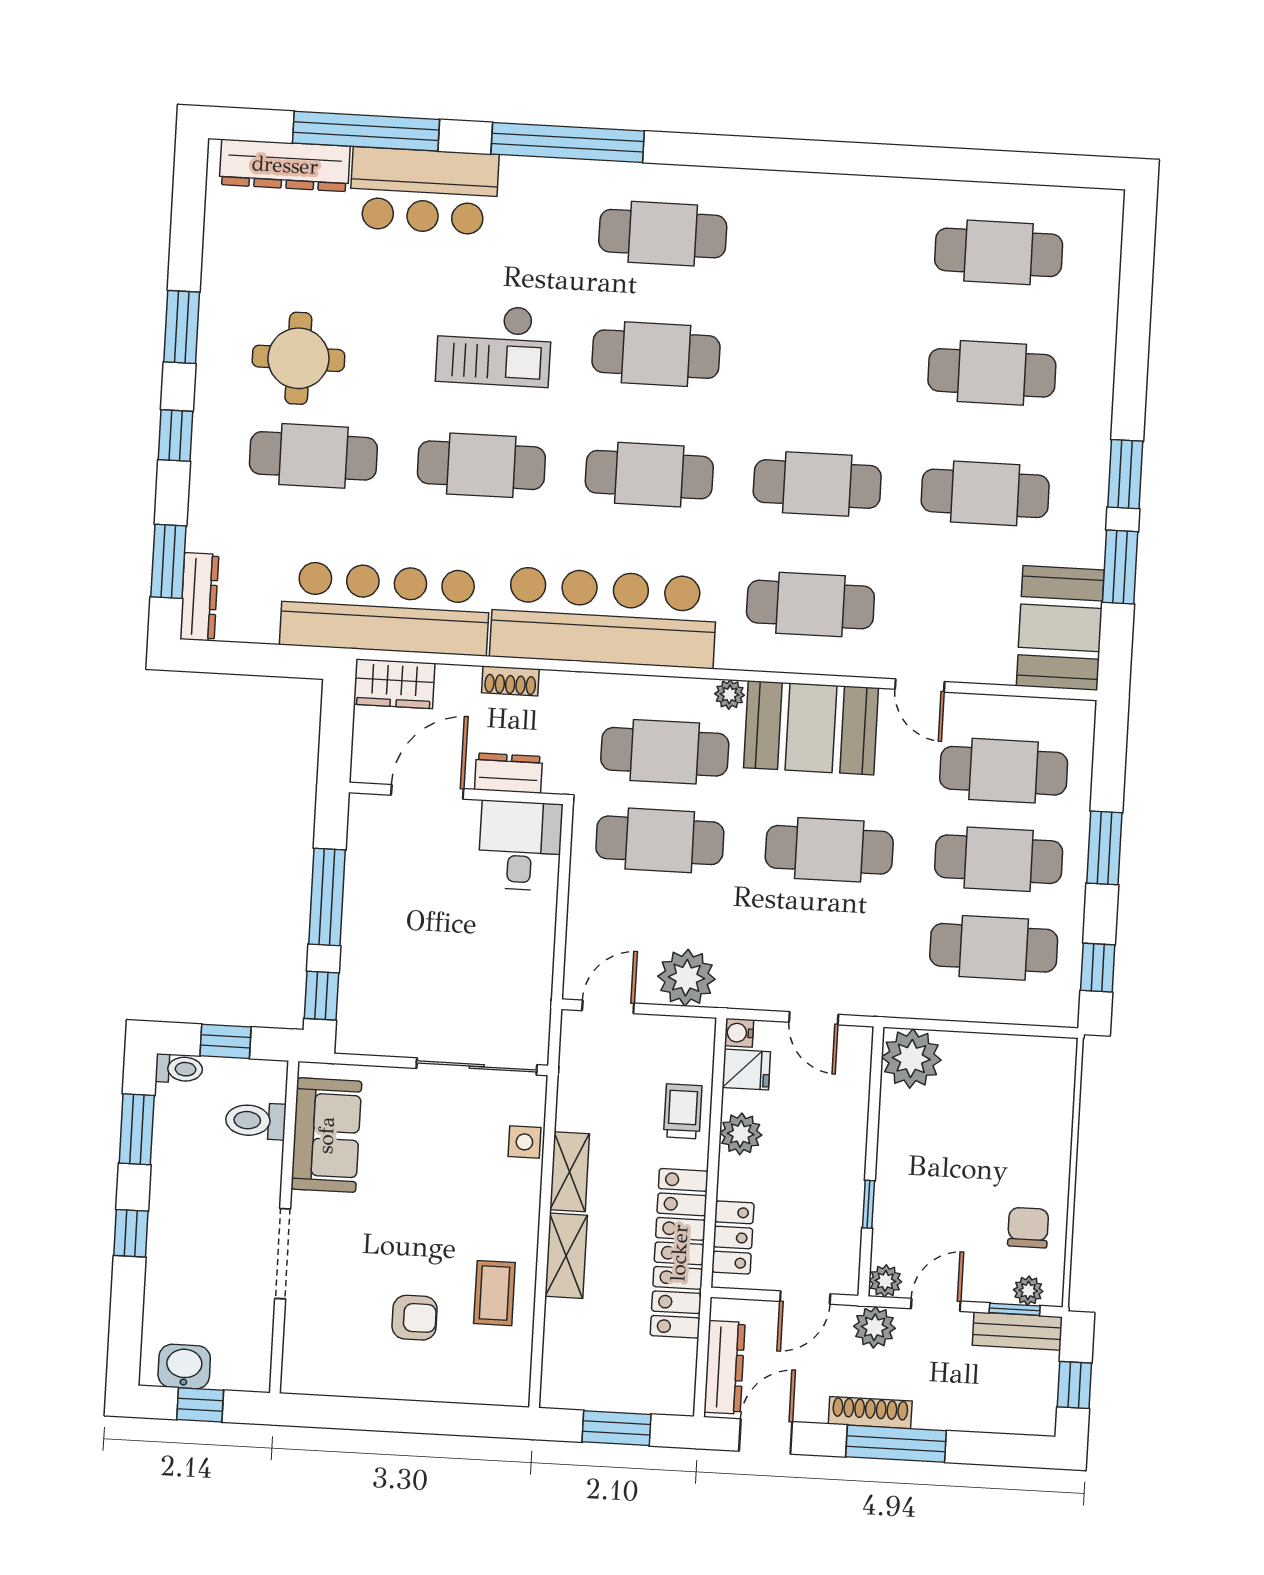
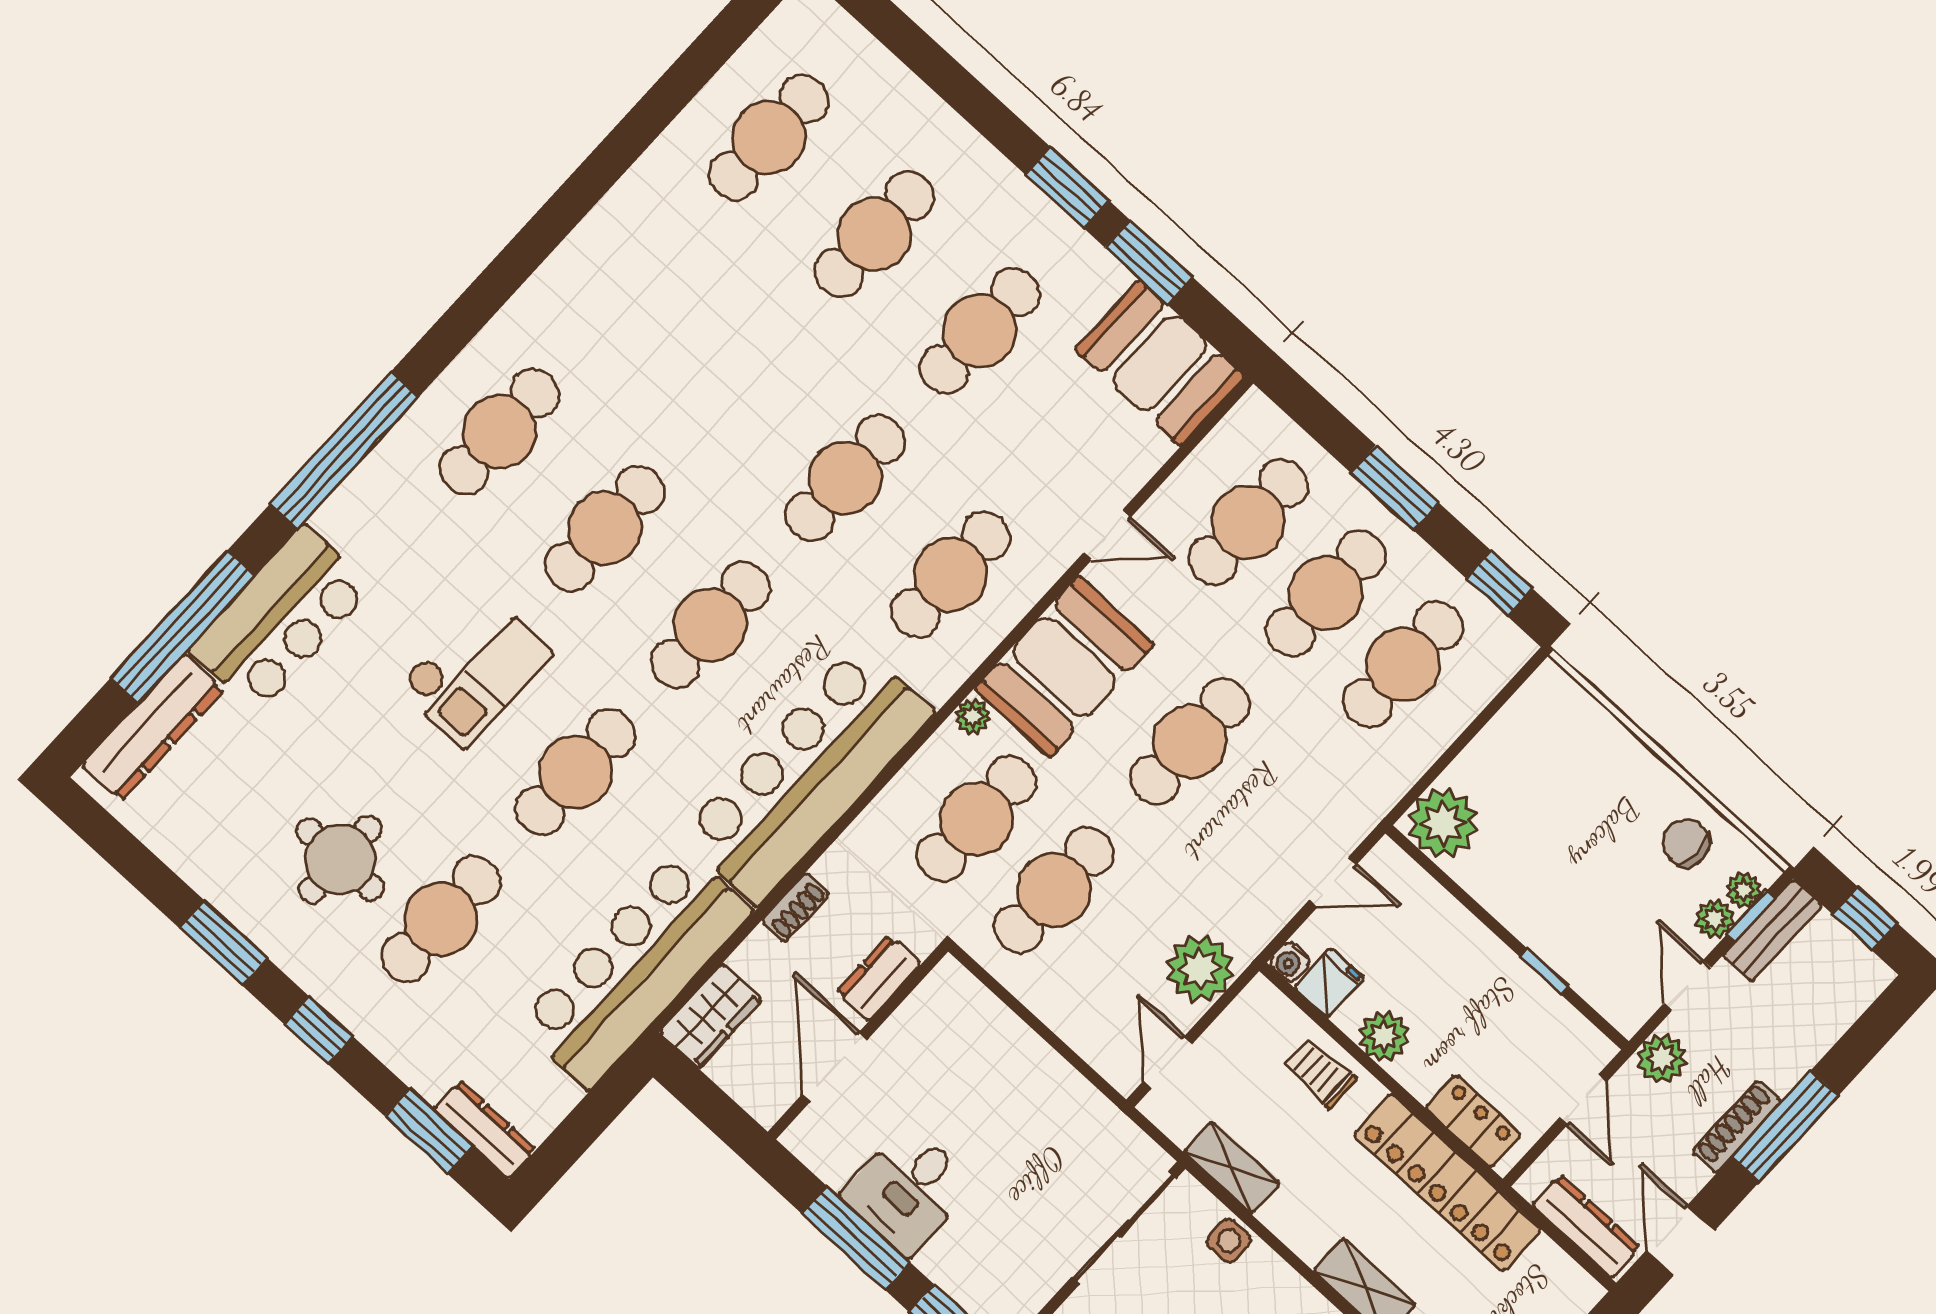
desk: (520, 845) -> (908, 1190), moved, turned -90
shelving: (570, 1172) -> (1232, 1168), moved
plant: (885, 1281) -> (1715, 919), moved

